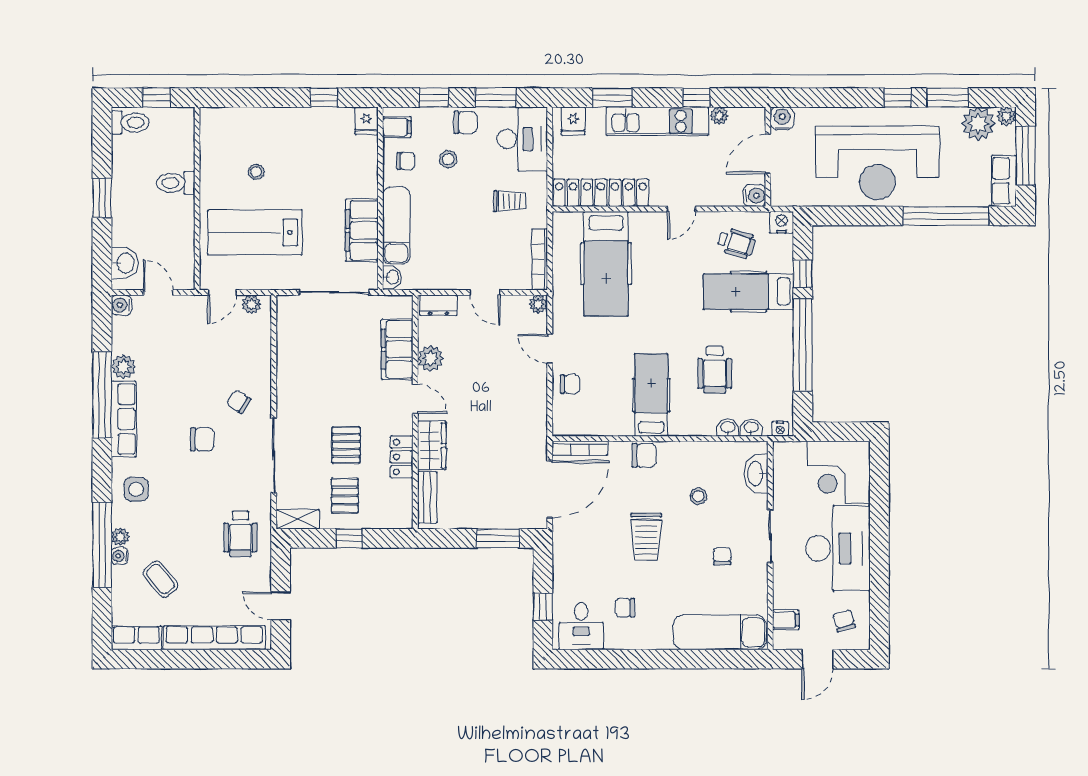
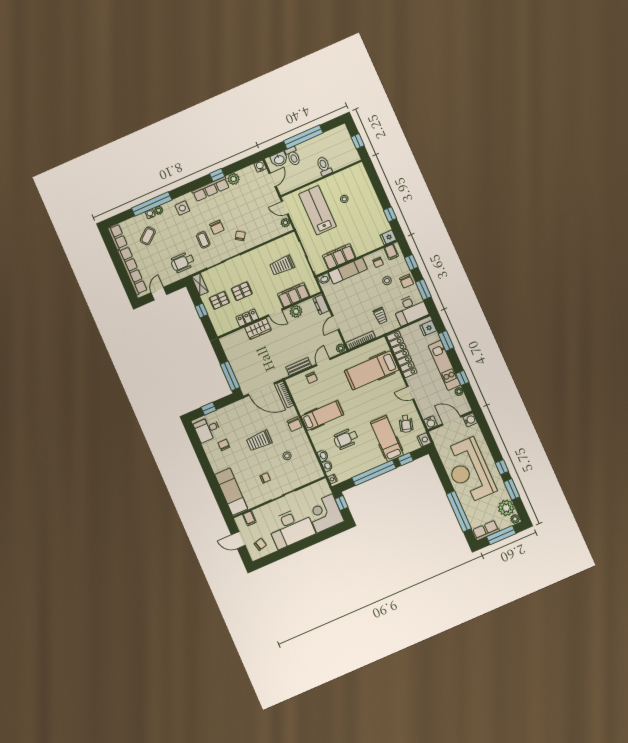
toilet: (130, 123) -> (293, 156), moved
window: (102, 198) -> (303, 137), width x2.11
trolley: (331, 346) -> (282, 265), added
window: (102, 395) -> (217, 175), width x0.32
door: (415, 399) -> (275, 313), hinge flipped
window: (833, 432) -> (341, 503), added
washbasin: (756, 474) -> (308, 477), removed
coffee table: (215, 476) -> (203, 240), added
bench: (427, 497) -> (299, 367), moved
window: (498, 538) -> (230, 376), width x1.44

